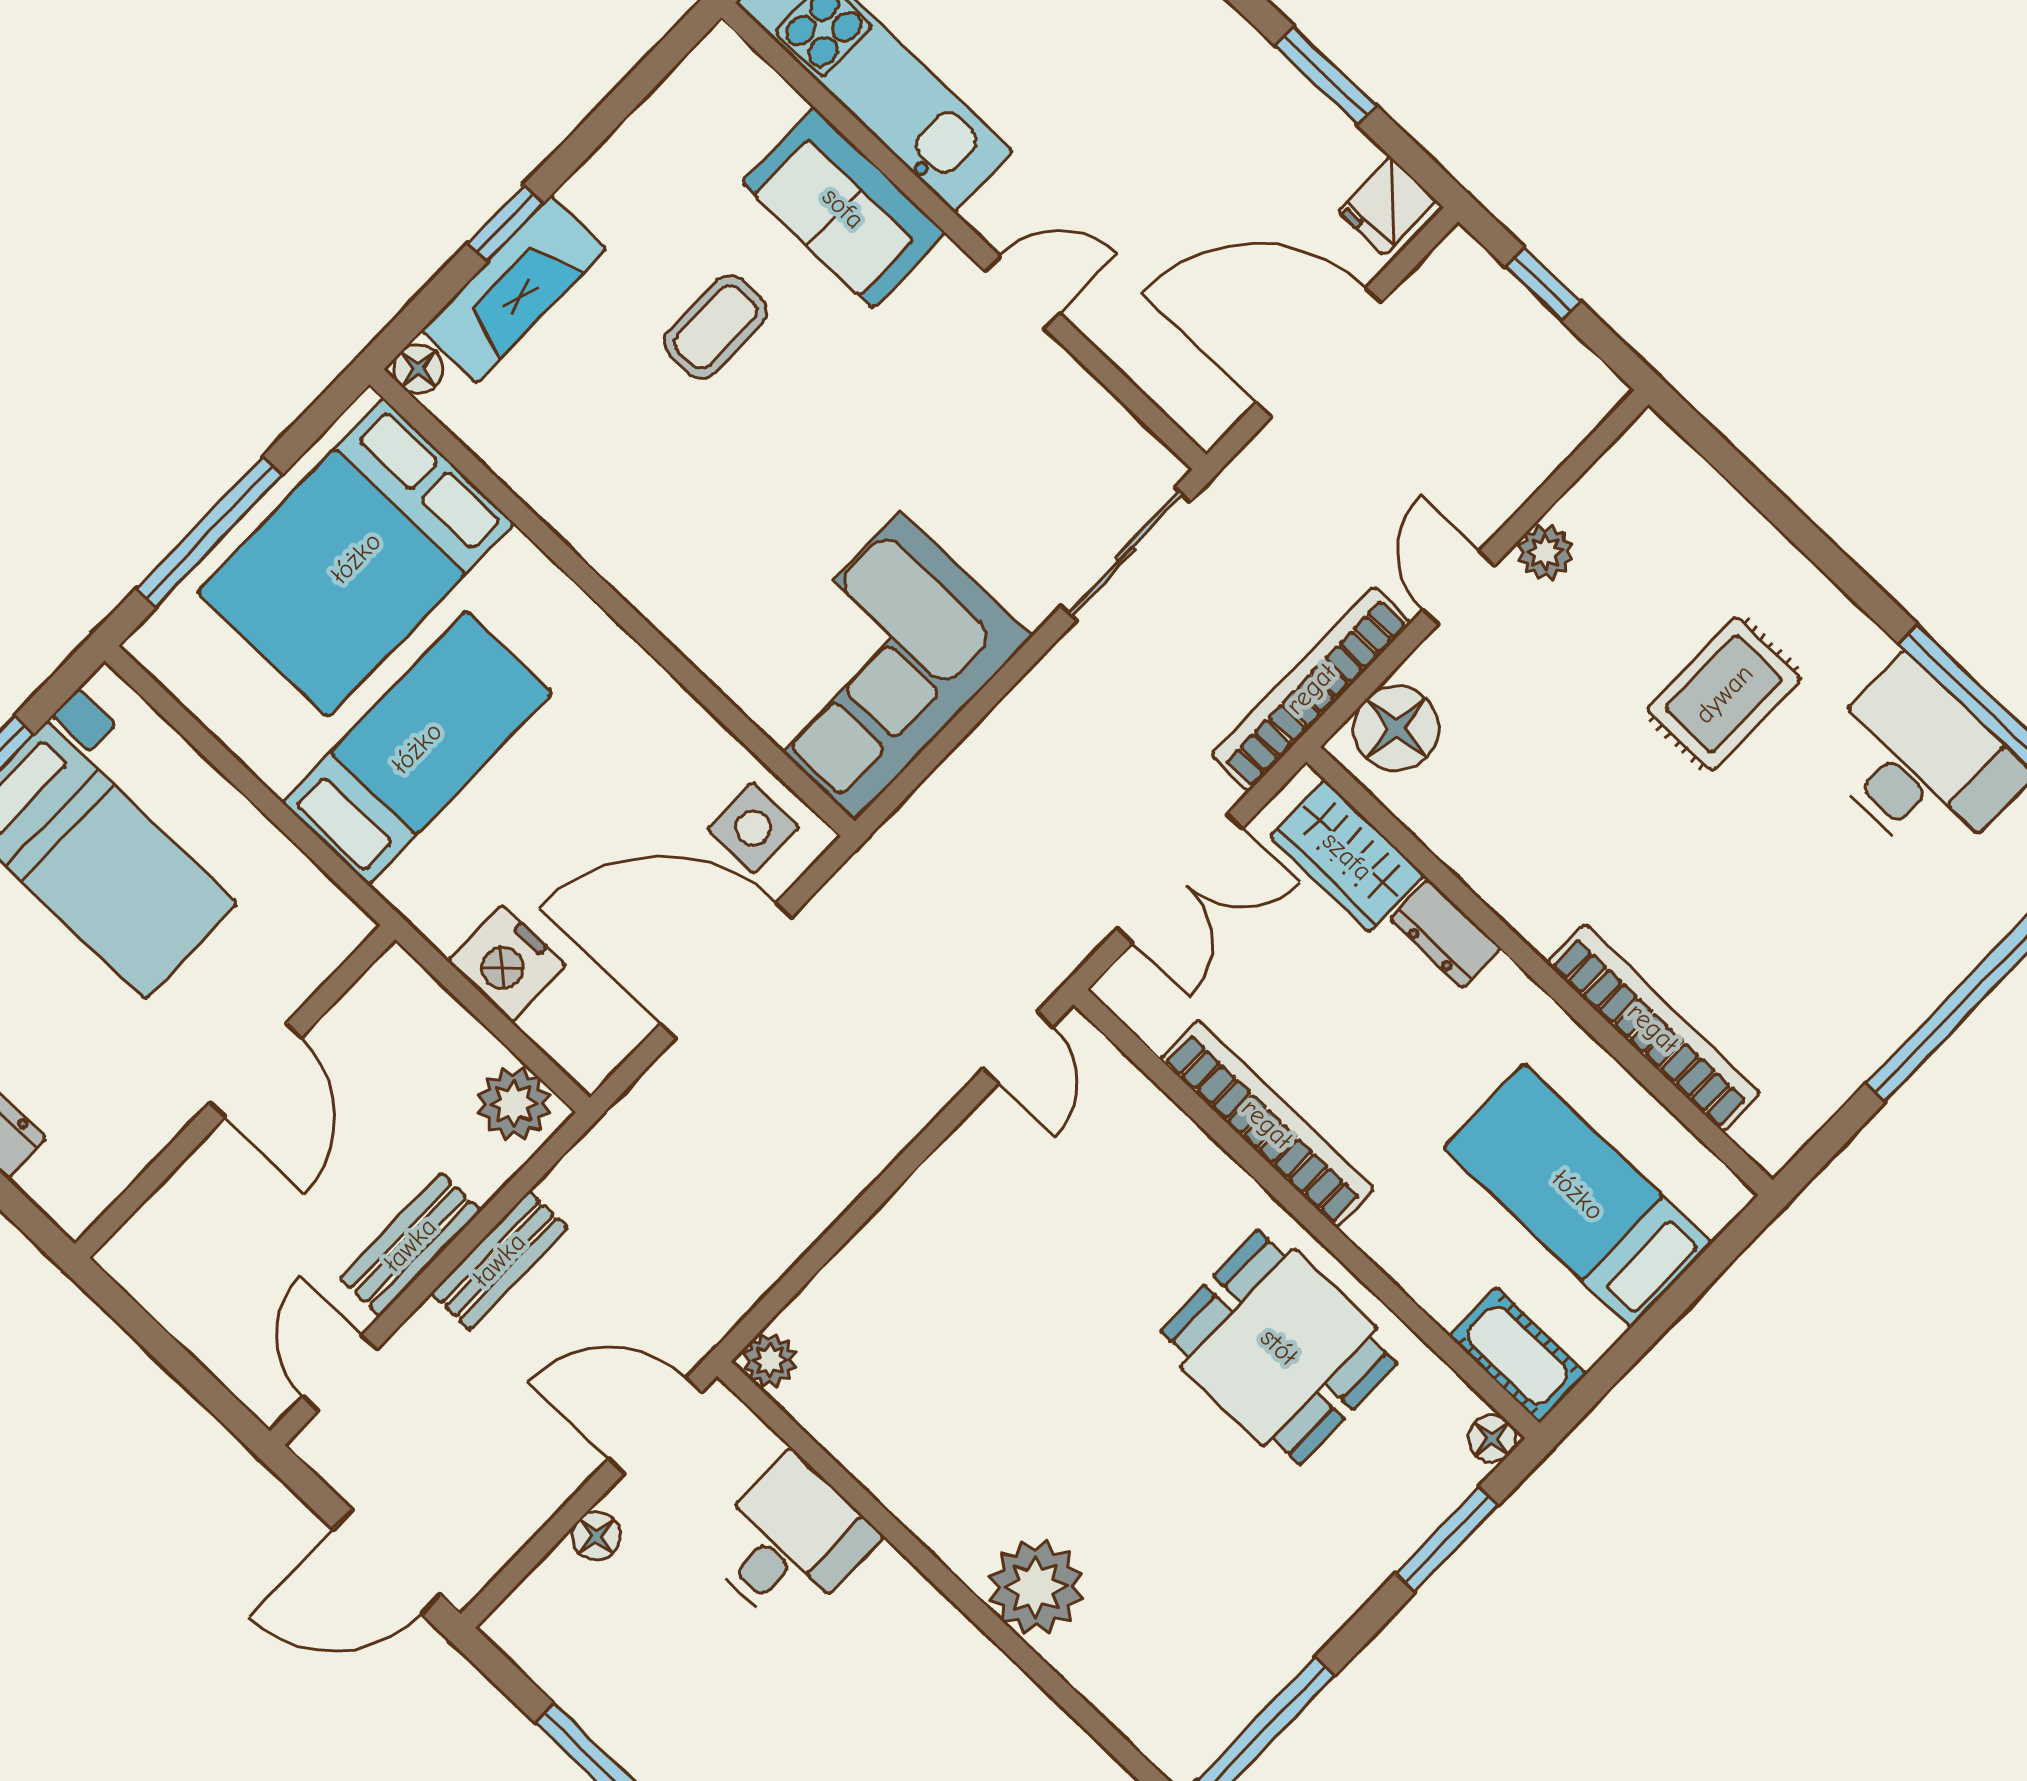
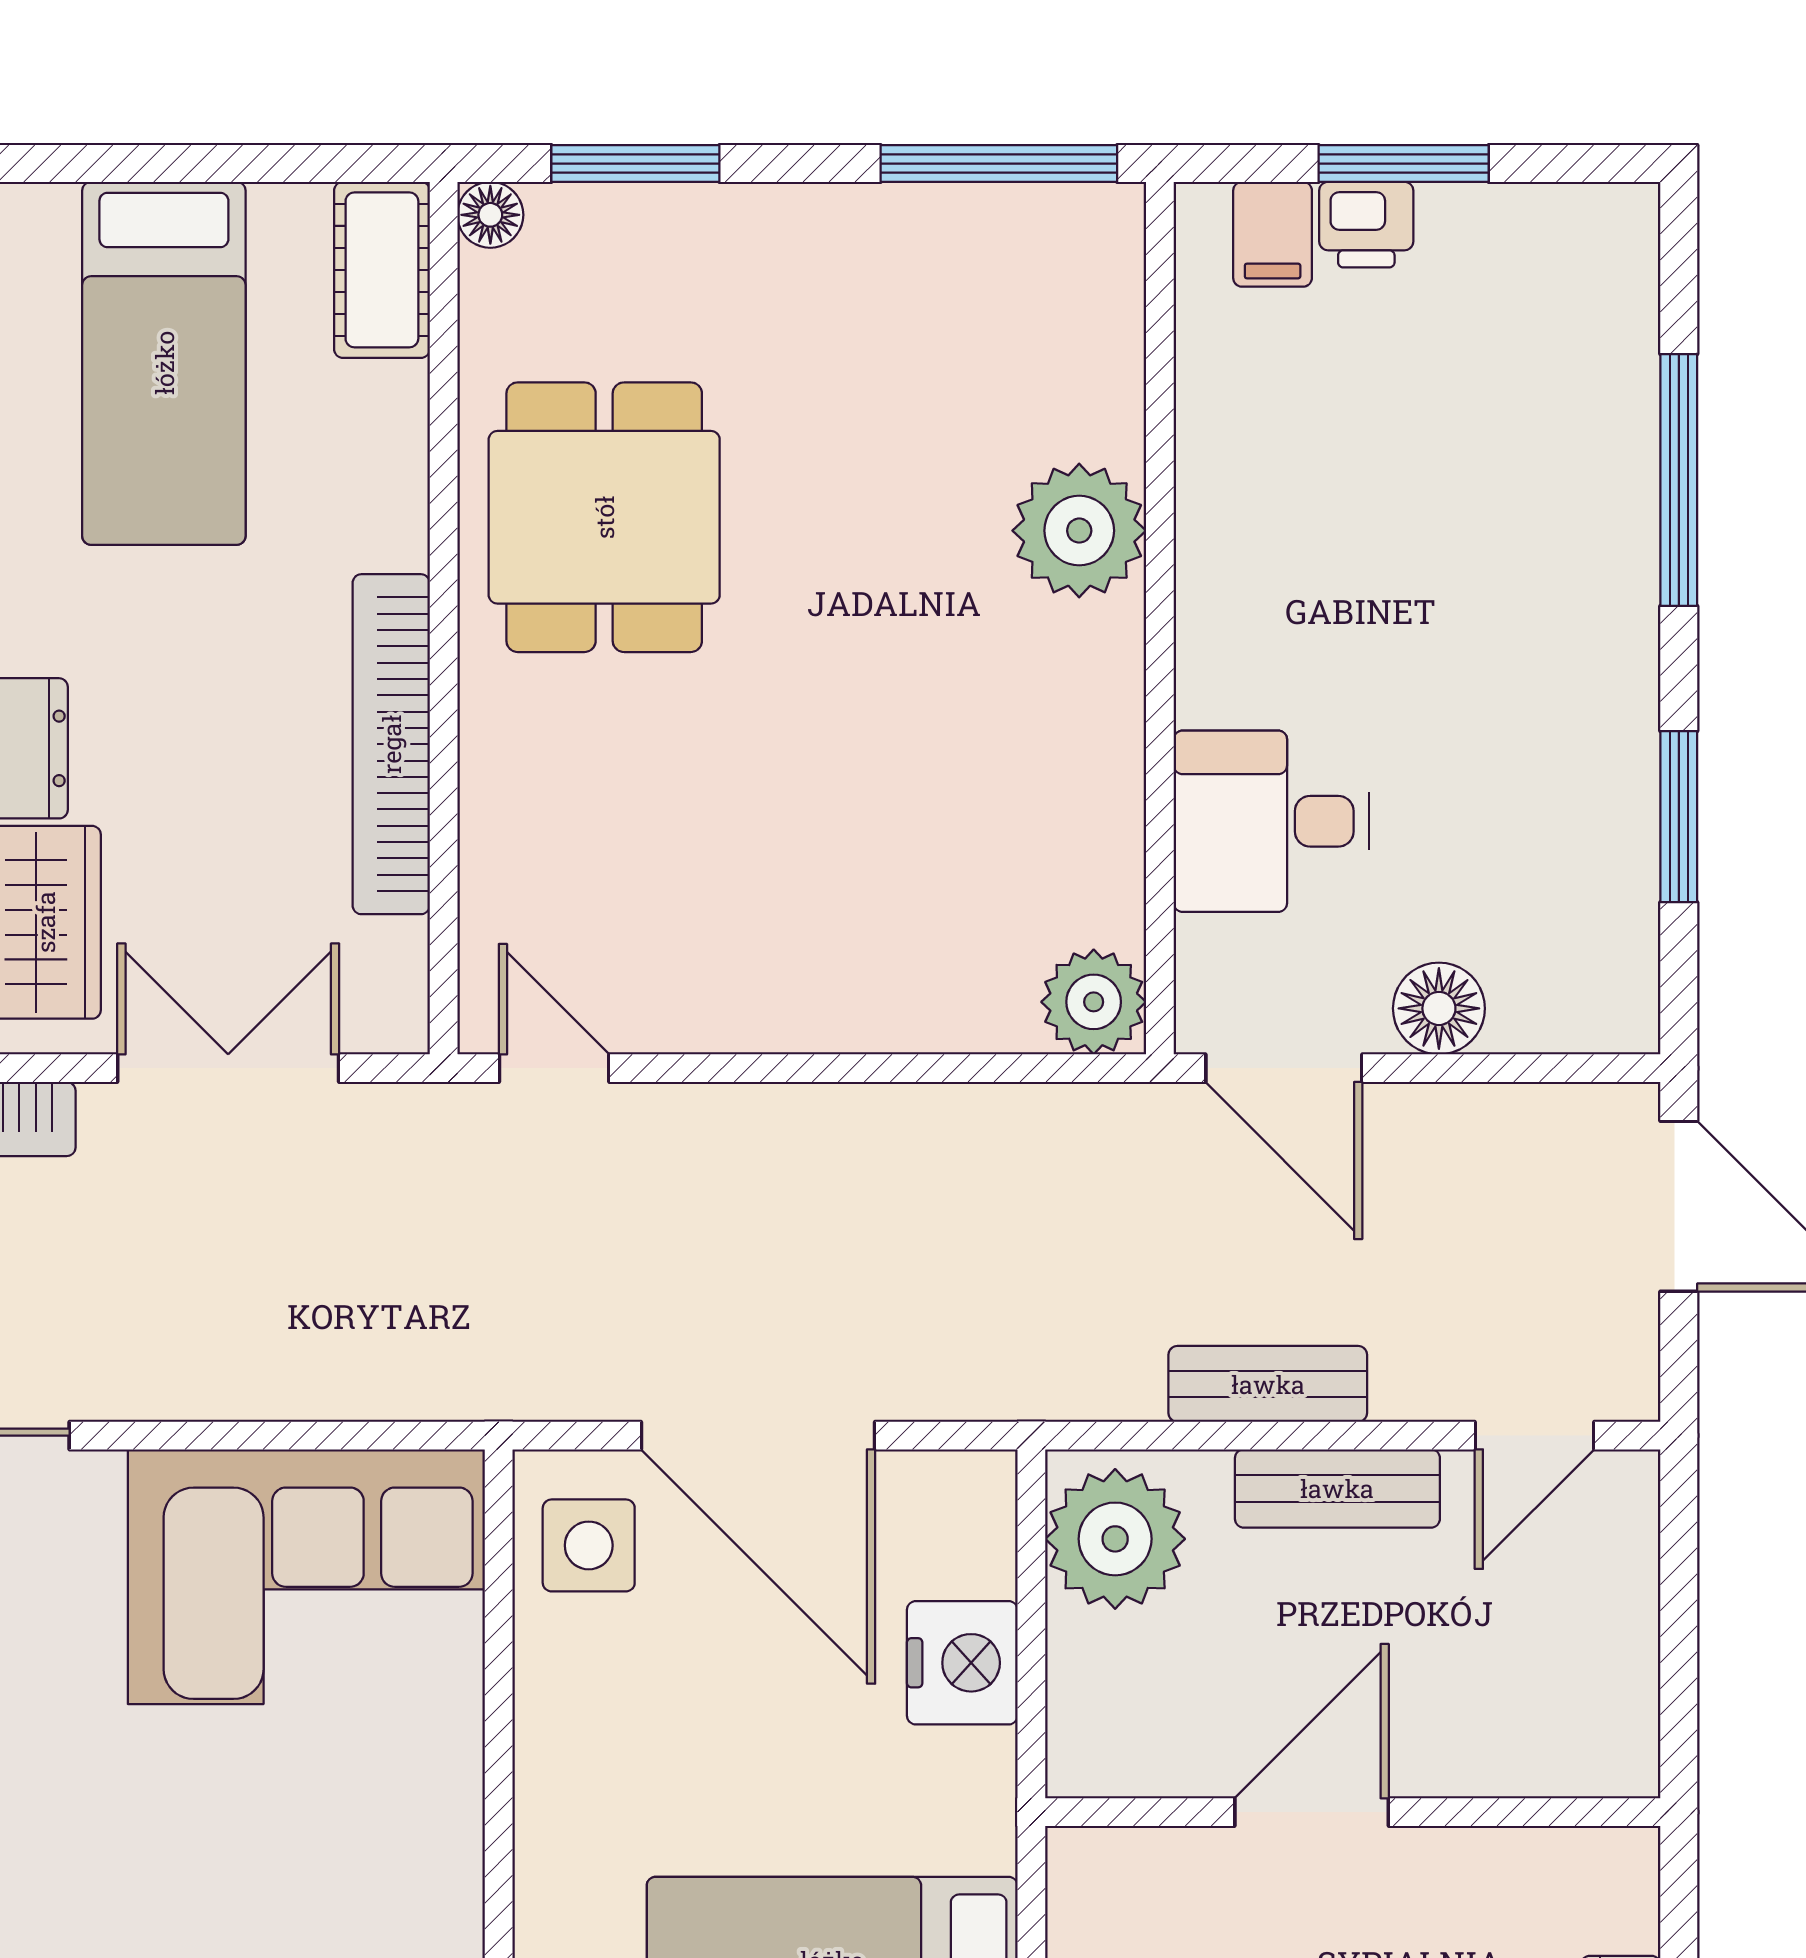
door: (1018, 1047) -> (554, 1068), hinge flipped
plant: (514, 1104) -> (1115, 1539), width x1.36, depth x1.36
plant: (770, 1360) -> (1094, 1002), width x1.38, depth x1.38
floor lamp: (596, 1536) -> (1439, 1008), width x1.37, depth x1.37

